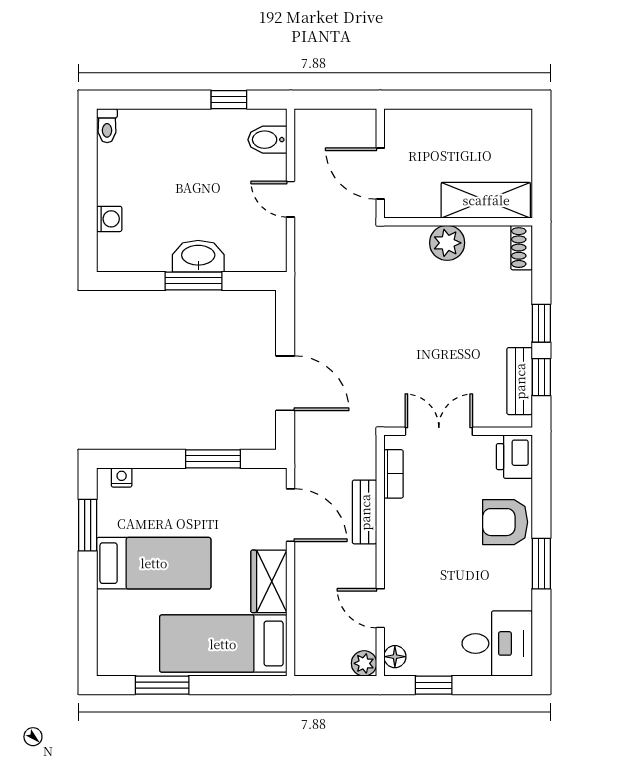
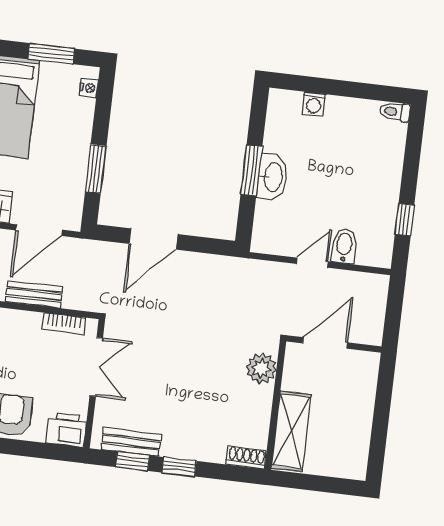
bidet: (267, 140) -> (344, 246), moved
plant: (447, 243) -> (261, 368), moved

